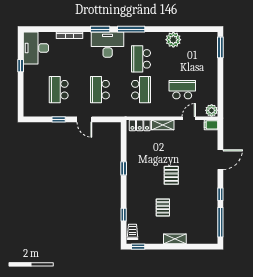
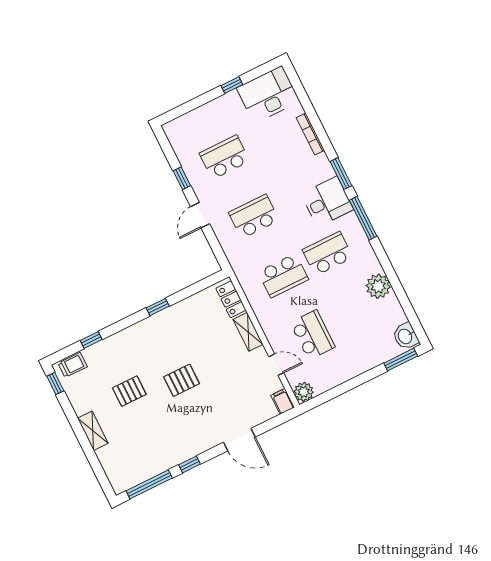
washbasin: (209, 38) -> (405, 336), added
desk: (108, 45) -> (327, 202), width x0.73

